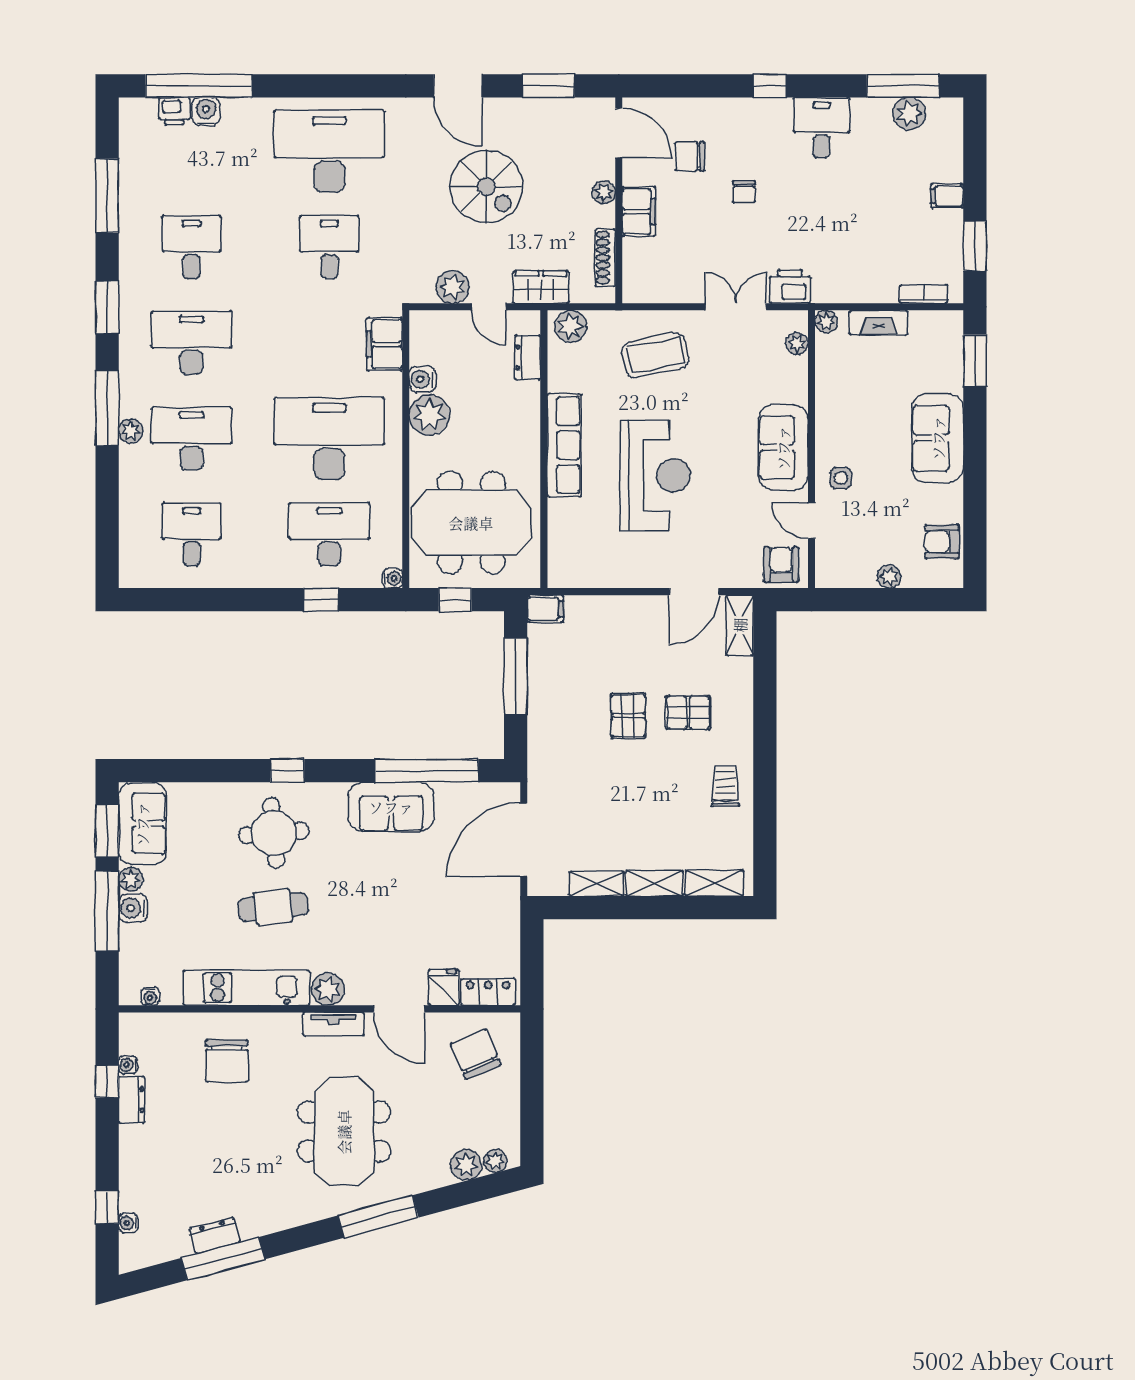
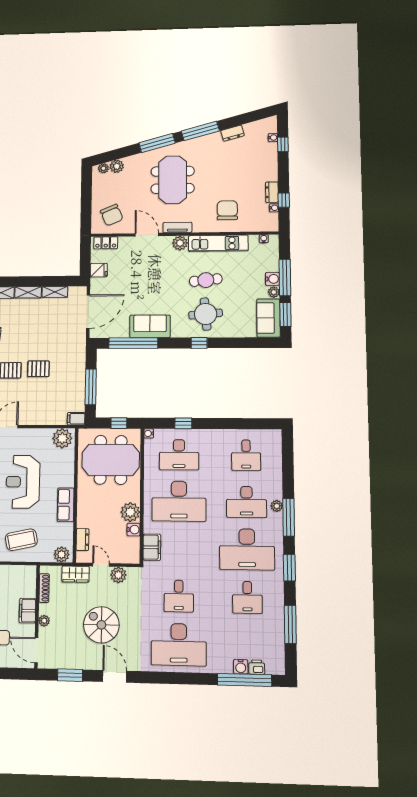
desk: (192, 343) -> (247, 549), width x1.36, depth x1.30
row of seats: (564, 445) -> (66, 505), width x0.68
plant: (574, 567) -> (62, 438), added
pallet: (628, 716) -> (38, 369), turned 90
fridge: (444, 987) -> (99, 270), moved, turned -90
window: (223, 1259) -> (200, 131), moved

